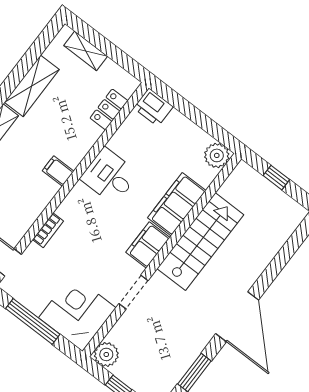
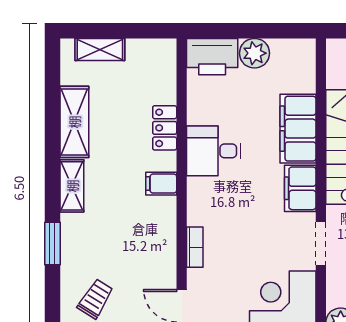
printer: (153, 107) -> (212, 57), width x1.37, depth x1.19
locker: (109, 109) -> (165, 128), moved
plant: (217, 155) -> (254, 53), moved

